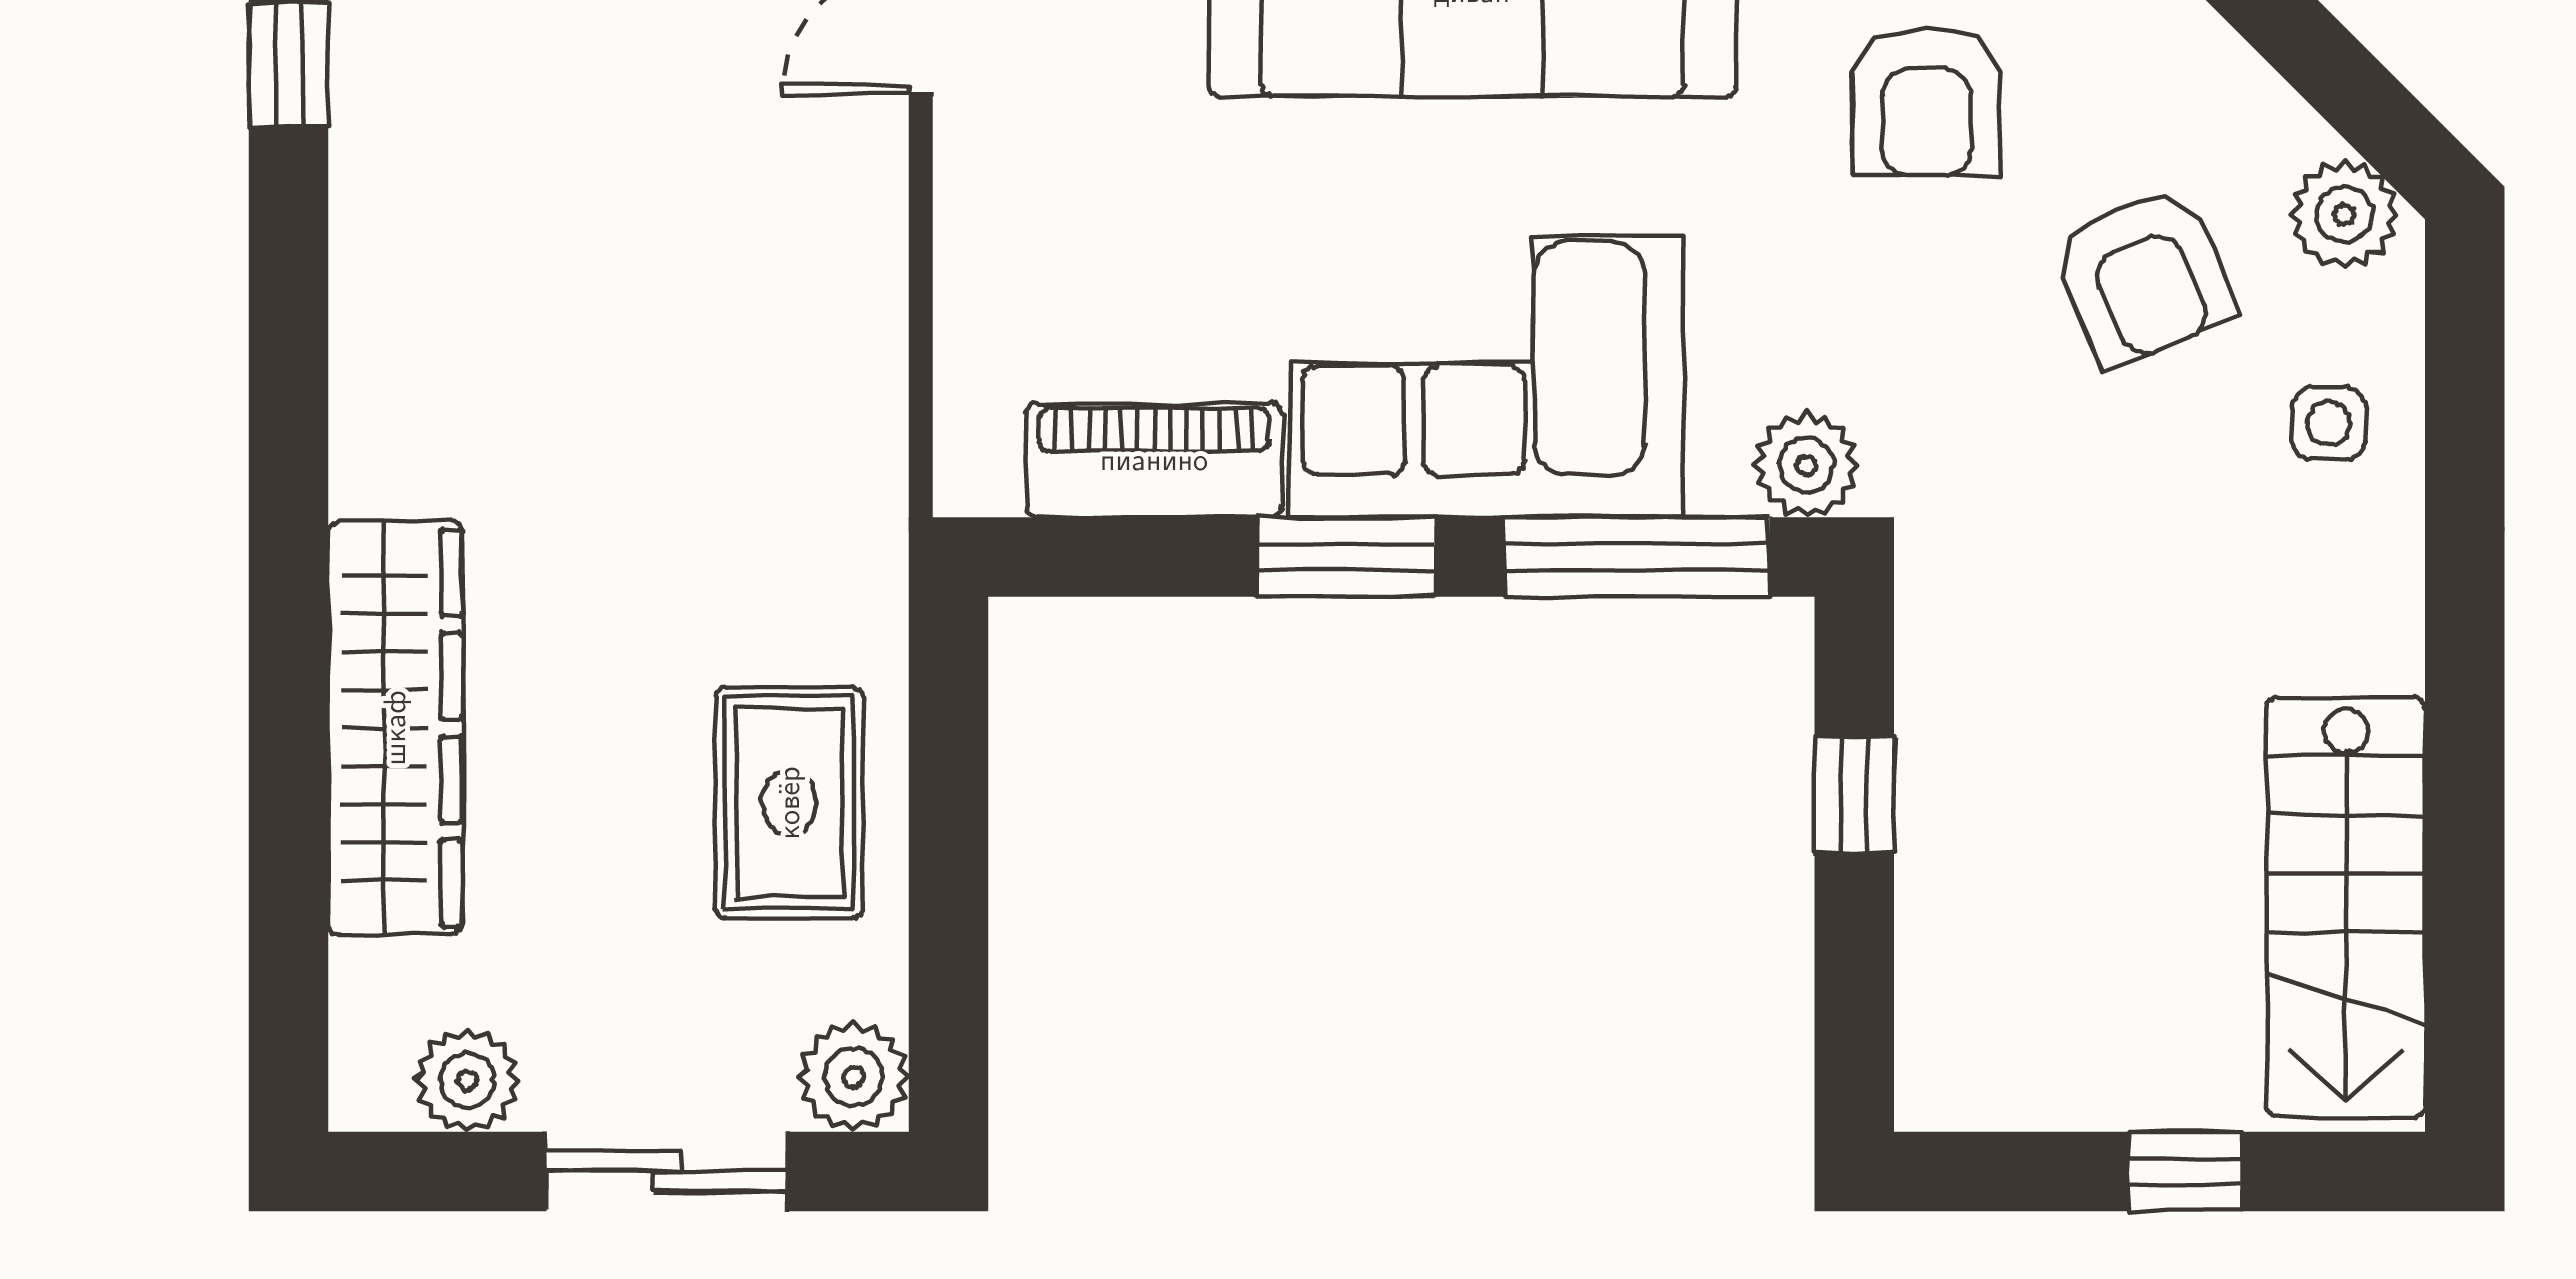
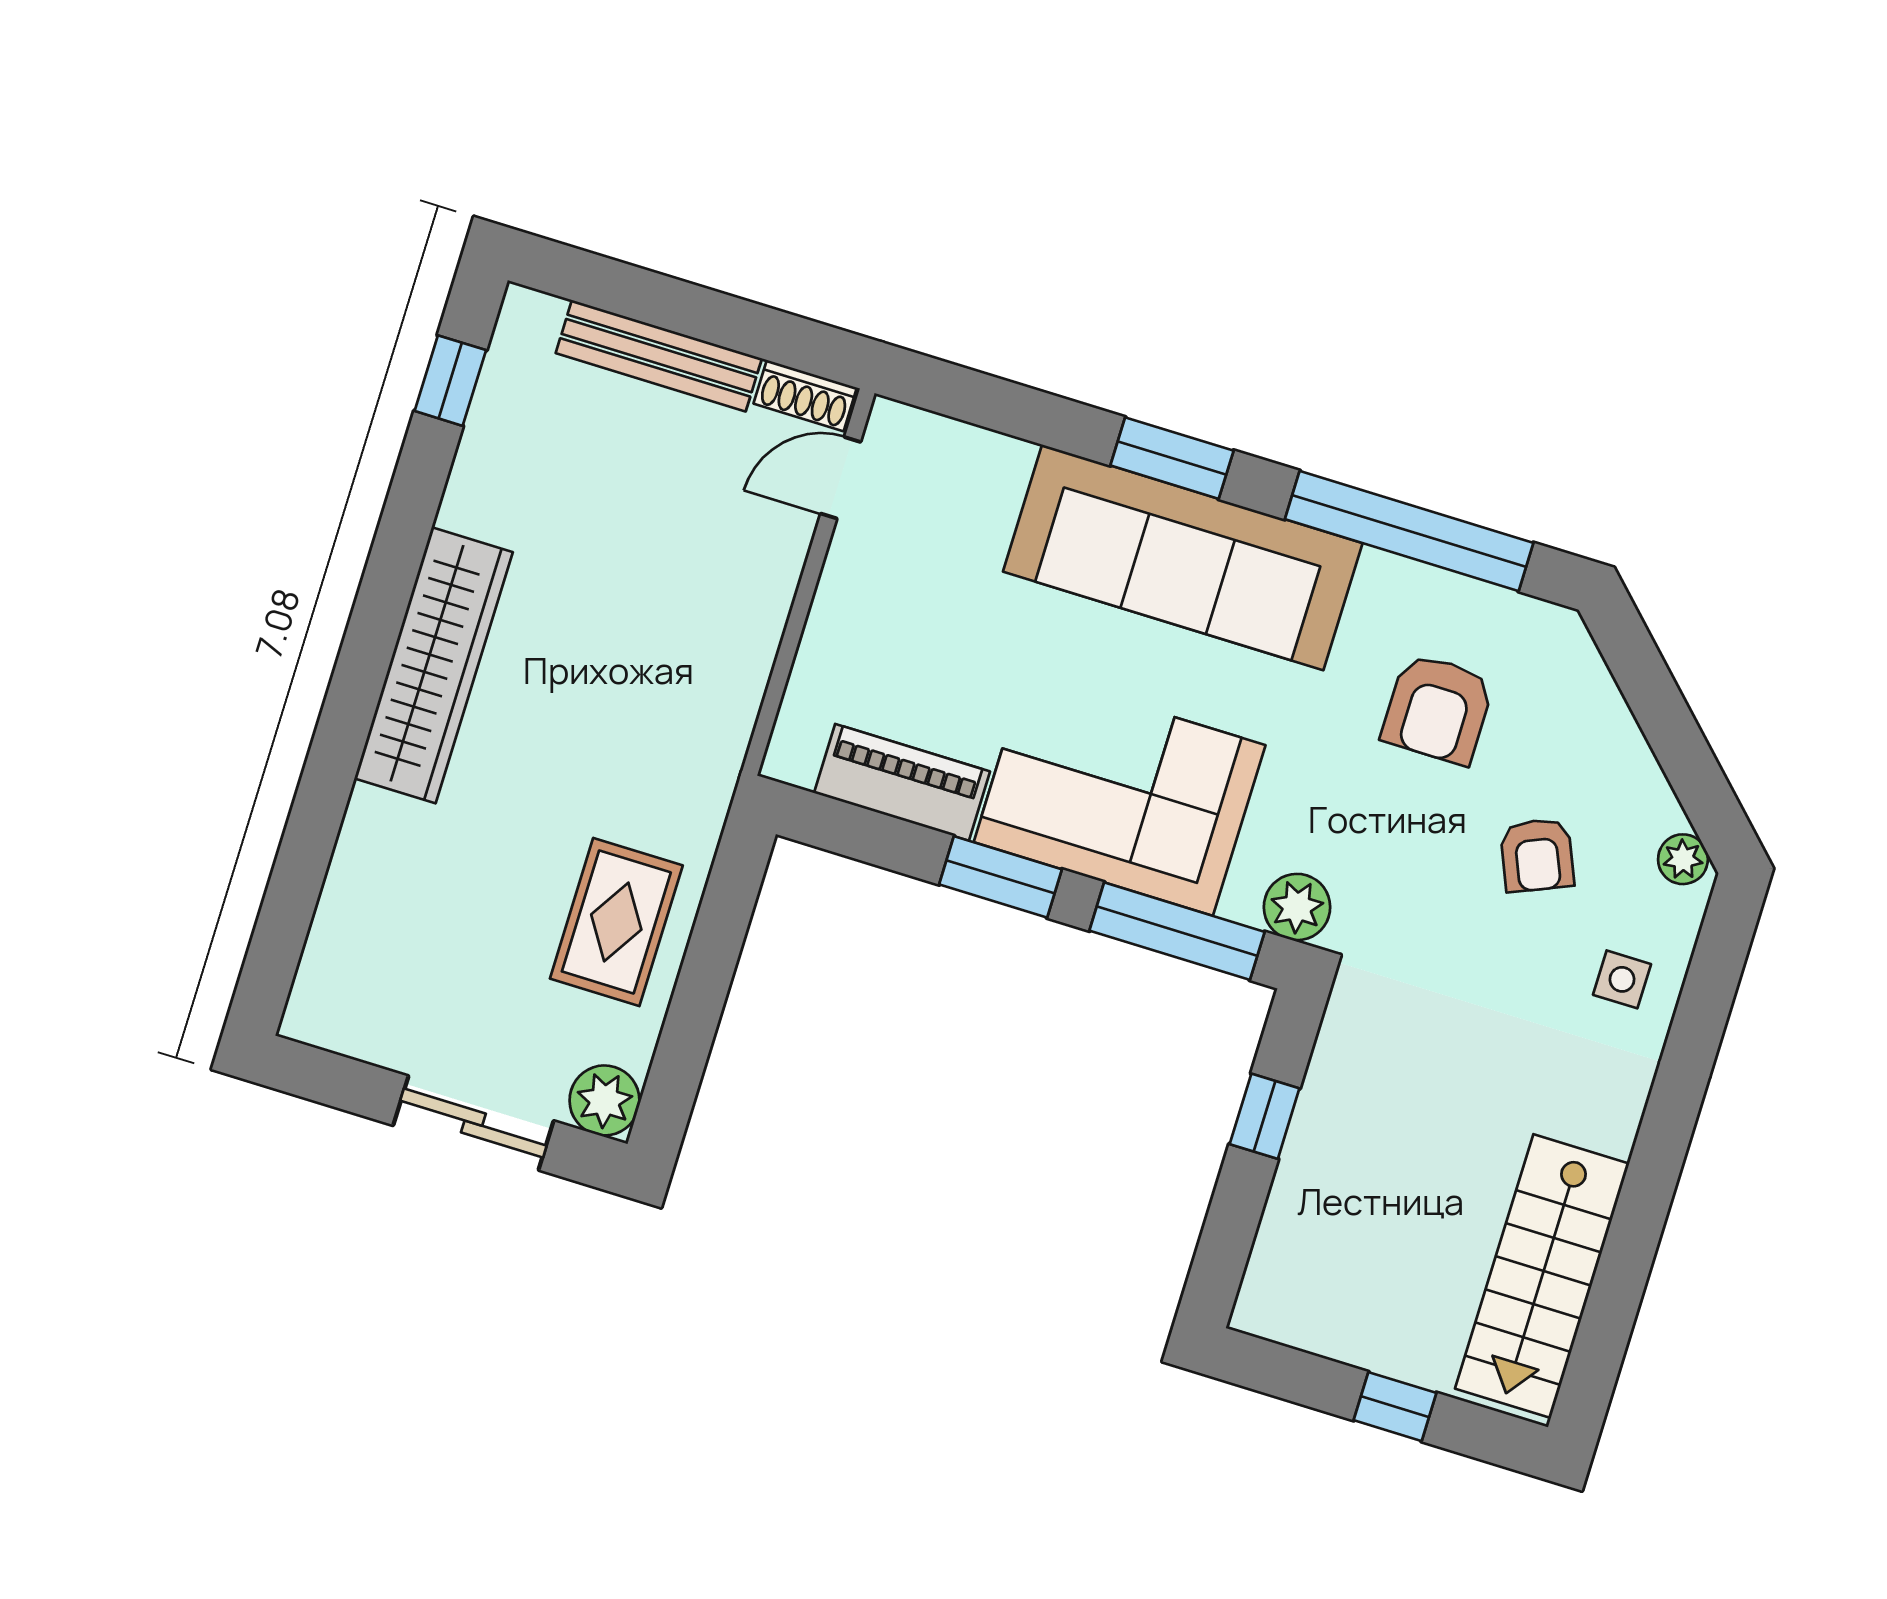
plant: (2344, 215) -> (1683, 859), width x0.73, depth x0.73
armchair: (2143, 276) -> (1537, 855), width x0.72, depth x0.72
wardrobe: (395, 728) -> (434, 665), moved
plant: (467, 1080) -> (369, 1030), removed

